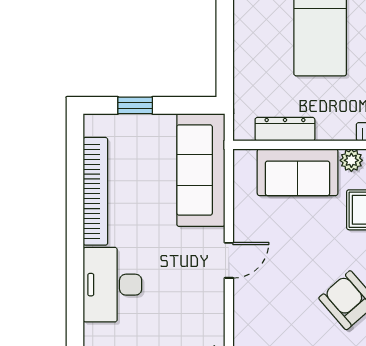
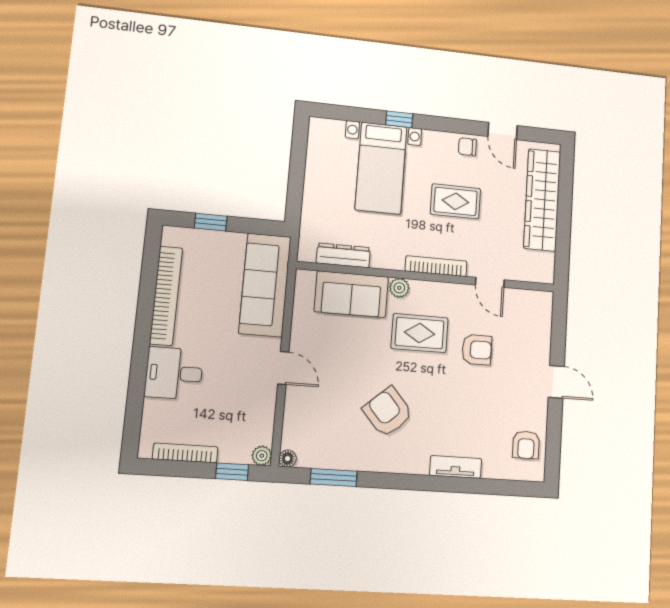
door: (229, 260) -> (283, 368), hinge flipped
desk: (112, 285) -> (174, 373), width x0.73

